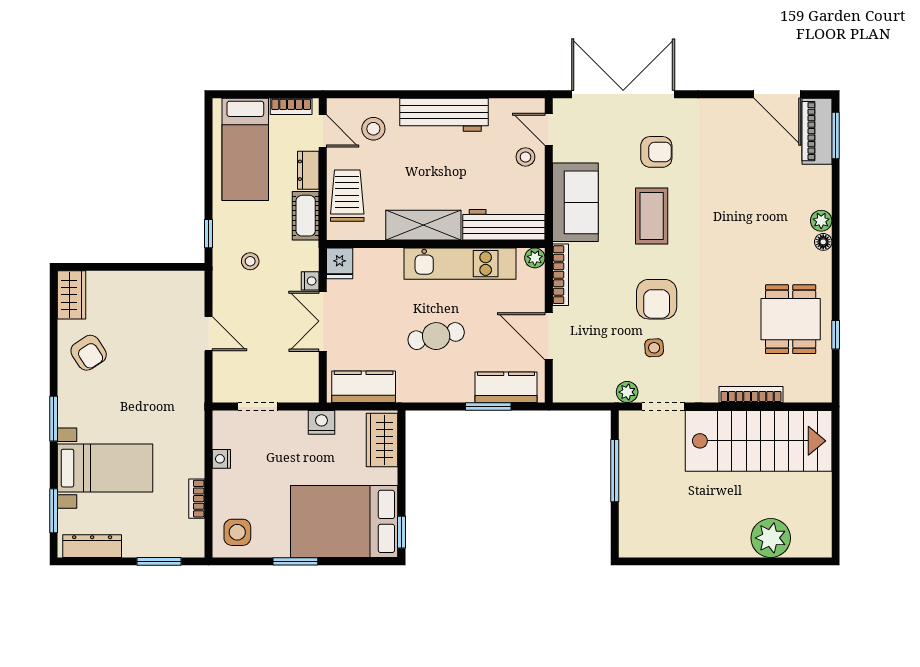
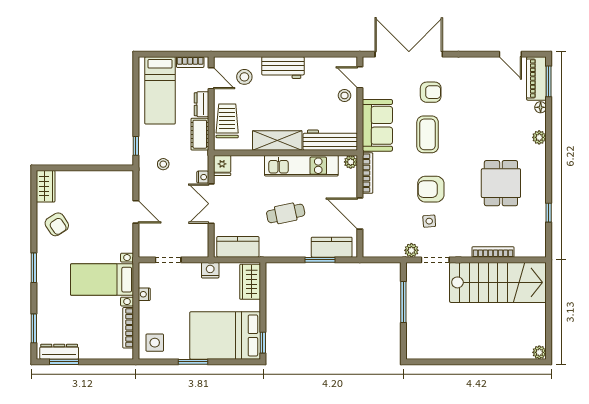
door: (777, 94) -> (510, 54), width x0.73
workbench: (444, 115) -> (283, 68), width x0.73
floor lamp: (823, 242) -> (541, 107), moved
armchair: (657, 299) -> (431, 189), turned 90
dining table: (791, 319) -> (501, 183), moved
bed with nightstands: (105, 468) -> (102, 280), moved, turned 180
bookcase: (197, 499) -> (128, 328), width x1.56
plant: (771, 538) -> (539, 352), moved, width x0.53, depth x0.53
window: (159, 561) -> (64, 362), moved

